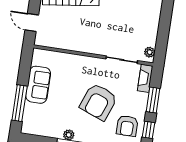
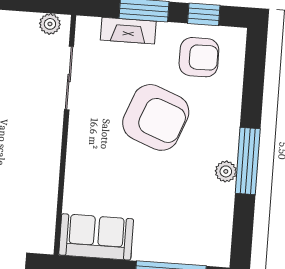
fireplace: (145, 78) -> (128, 31), moved
sofa: (38, 85) -> (96, 237), moved

